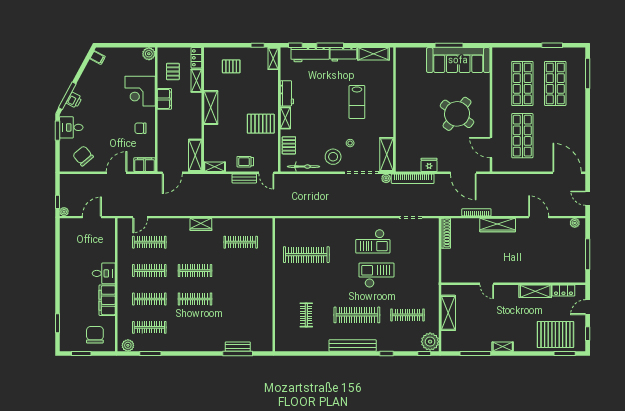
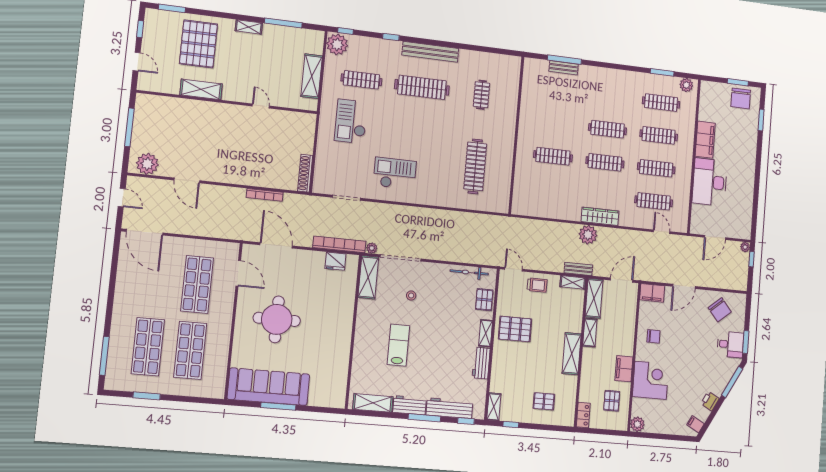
shelving: (196, 81) -> (590, 333), moved
printer: (74, 100) -> (710, 401), moved
round table: (457, 114) -> (277, 319), turned -37
stool: (333, 157) -> (433, 281), removed
fridge: (429, 165) -> (335, 261), moved
bench: (244, 178) -> (578, 269), moved
plant: (205, 208) -> (588, 235), added
door: (140, 217) -> (662, 232), hinge flipped
plant: (575, 223) -> (147, 164), width x1.88, depth x1.88
wardrobe: (201, 224) -> (600, 216), width x1.50
wardrobe: (498, 225) -> (240, 176), removed
clothes rail: (241, 242) -> (553, 156), moved
clothes rail: (306, 255) -> (475, 166), turned 90
desk: (104, 273) -> (710, 182), width x1.87, depth x1.30
checkout: (376, 275) -> (351, 121), moved, turned 90
locker: (563, 290) -> (165, 86), removed
door: (588, 307) -> (137, 62), hinge flipped
chair: (95, 335) -> (741, 98), moved
pallet: (555, 335) -> (198, 44), moved, turned 90

